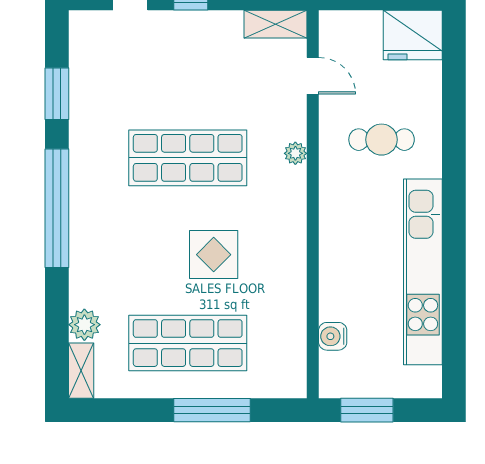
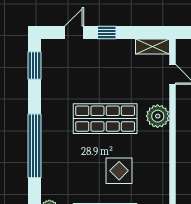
window: (57, 94) -> (34, 66), moved
plant: (295, 153) -> (158, 116), width x1.88, depth x1.88

